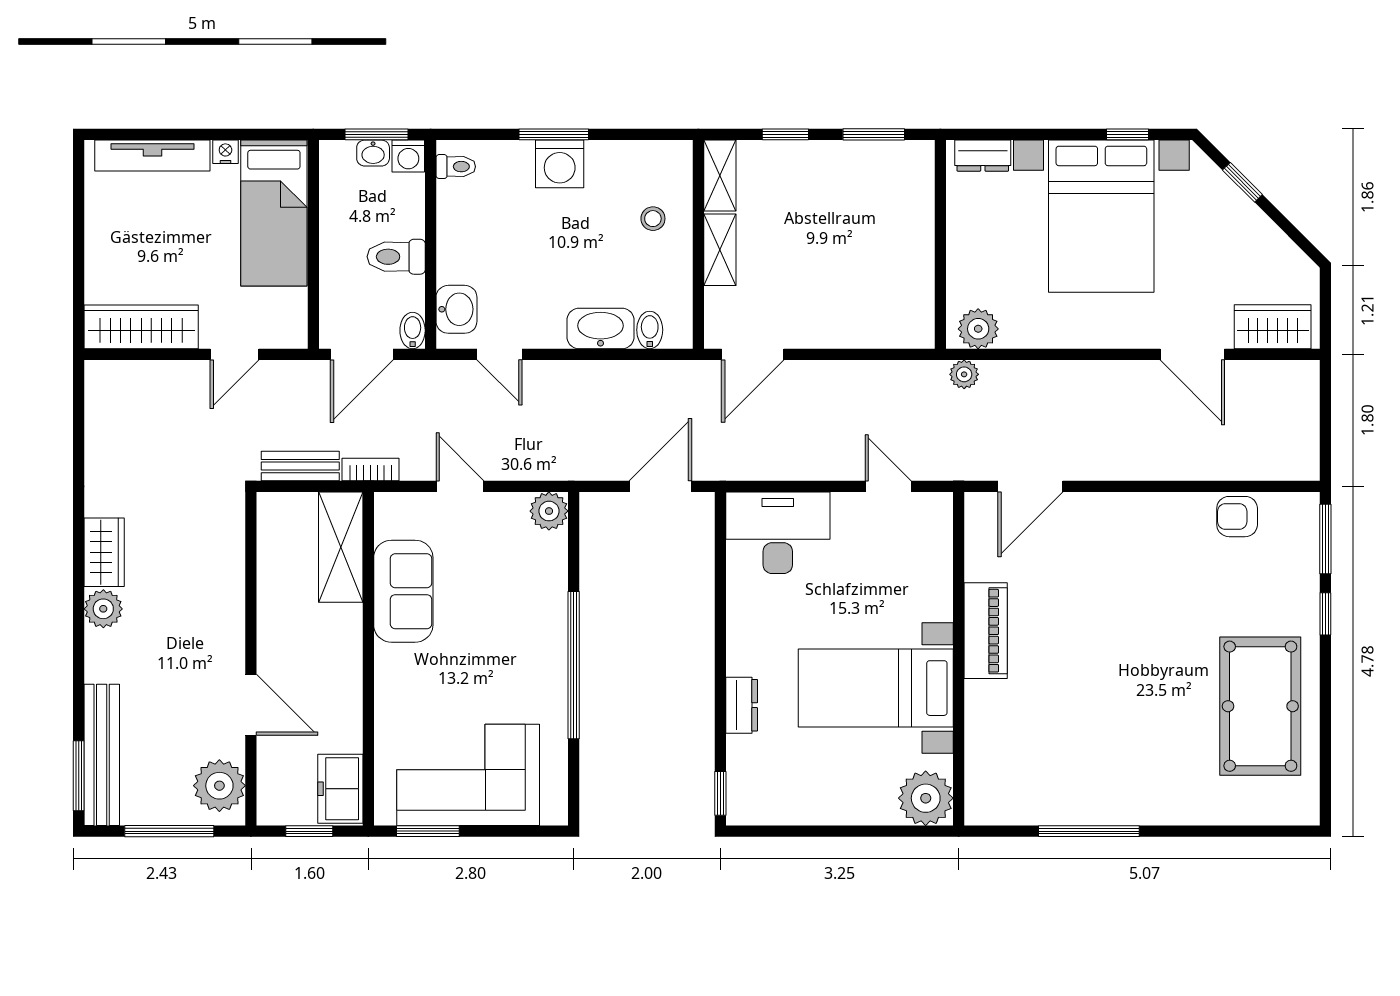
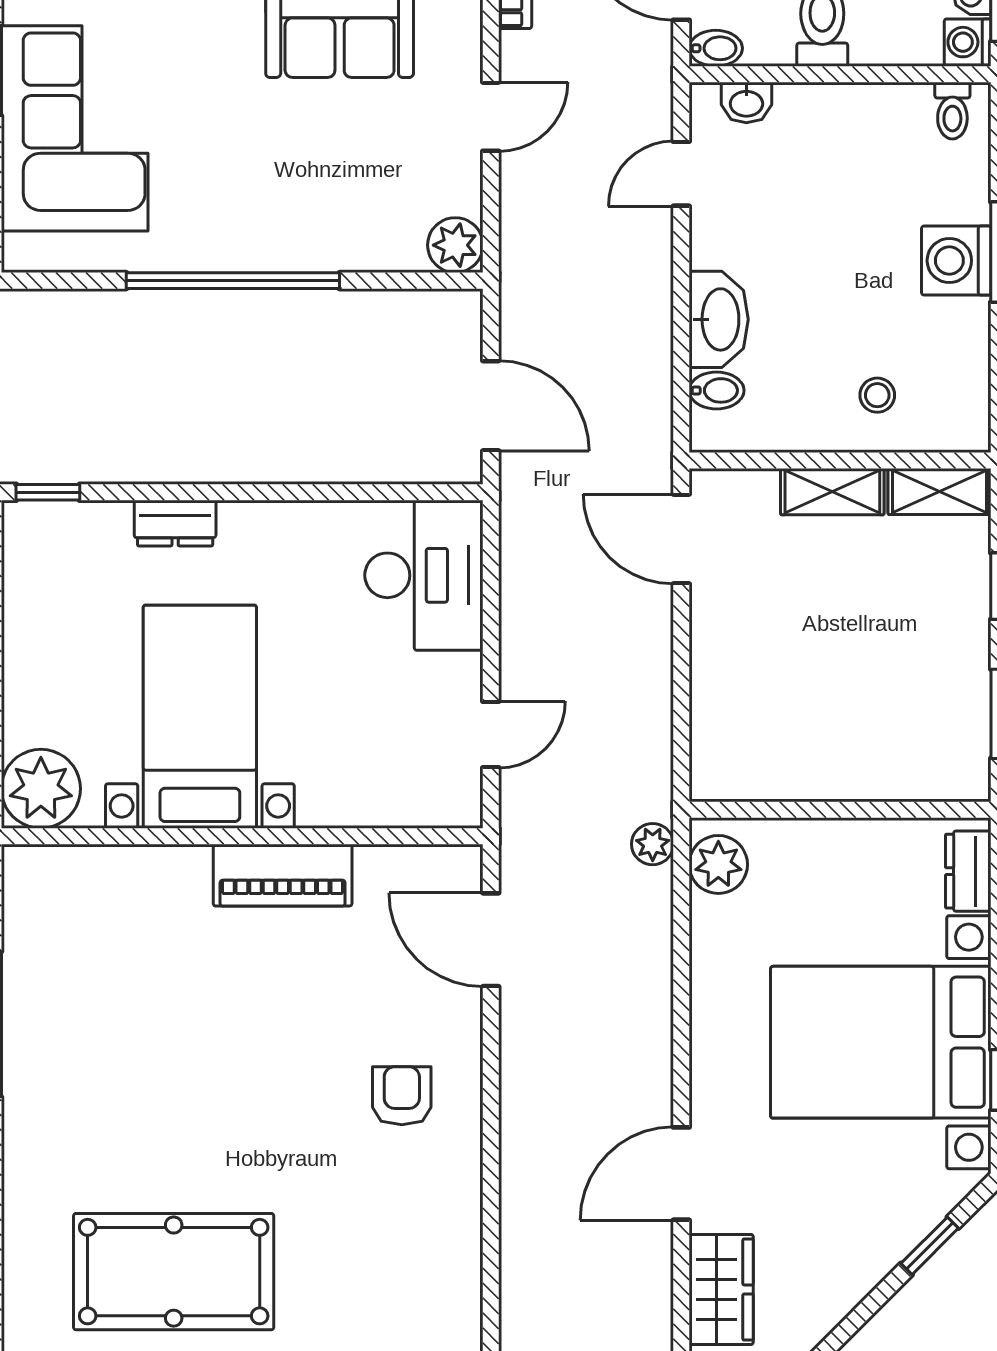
washbasin: (456, 309) -> (746, 103), width x0.72, depth x0.69
armchair: (1237, 517) -> (402, 1096), moved

